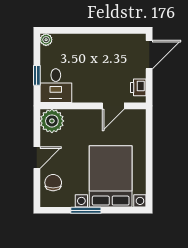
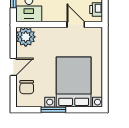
door: (113, 106) -> (76, 25), swing flipped
chair: (53, 183) -> (27, 87), turned 180

